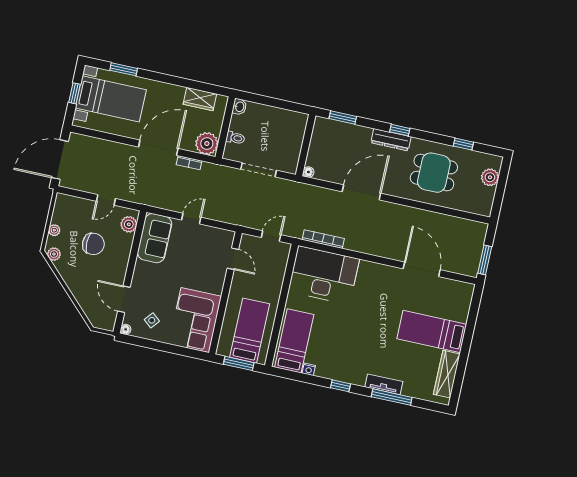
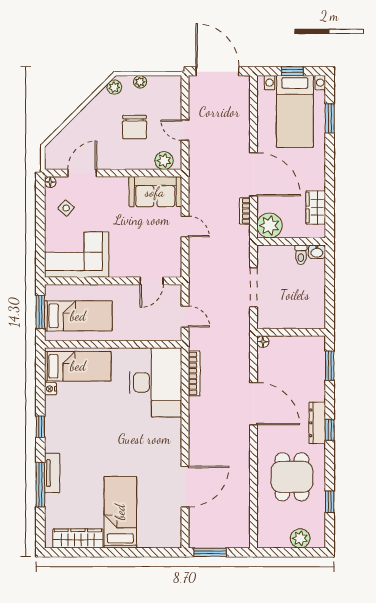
toilet: (235, 138) -> (301, 255), moved

